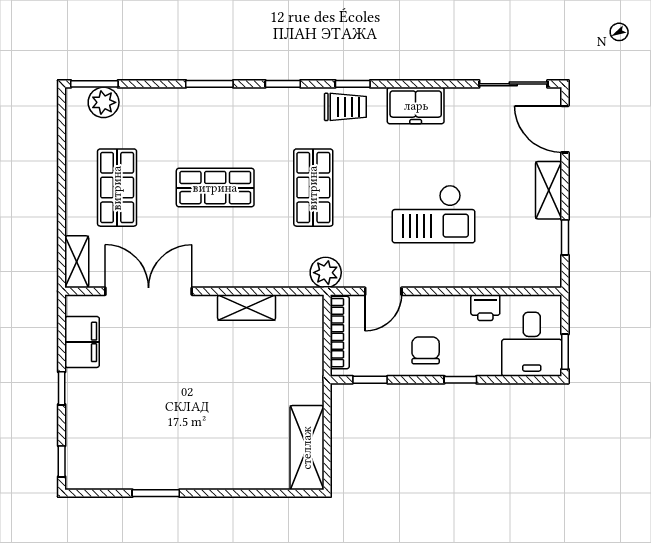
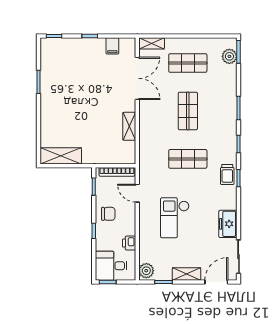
freezer: (416, 106) -> (228, 224), moved
plant: (326, 273) -> (146, 271), moved
filing cabinet: (82, 342) -> (112, 46), width x0.50

